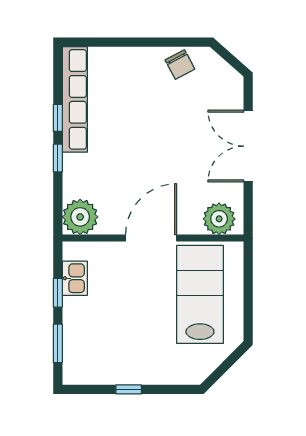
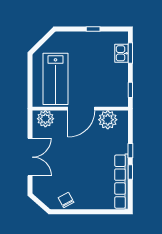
plant: (80, 217) -> (108, 120), moved
kitchen sink: (75, 278) -> (121, 53), moved
window: (58, 293) -> (130, 90), moved

